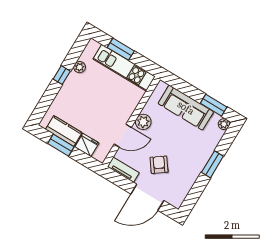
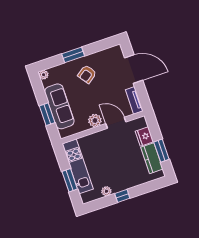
window: (214, 105) -> (47, 114), moved
armchair: (159, 165) -> (87, 74), moved

